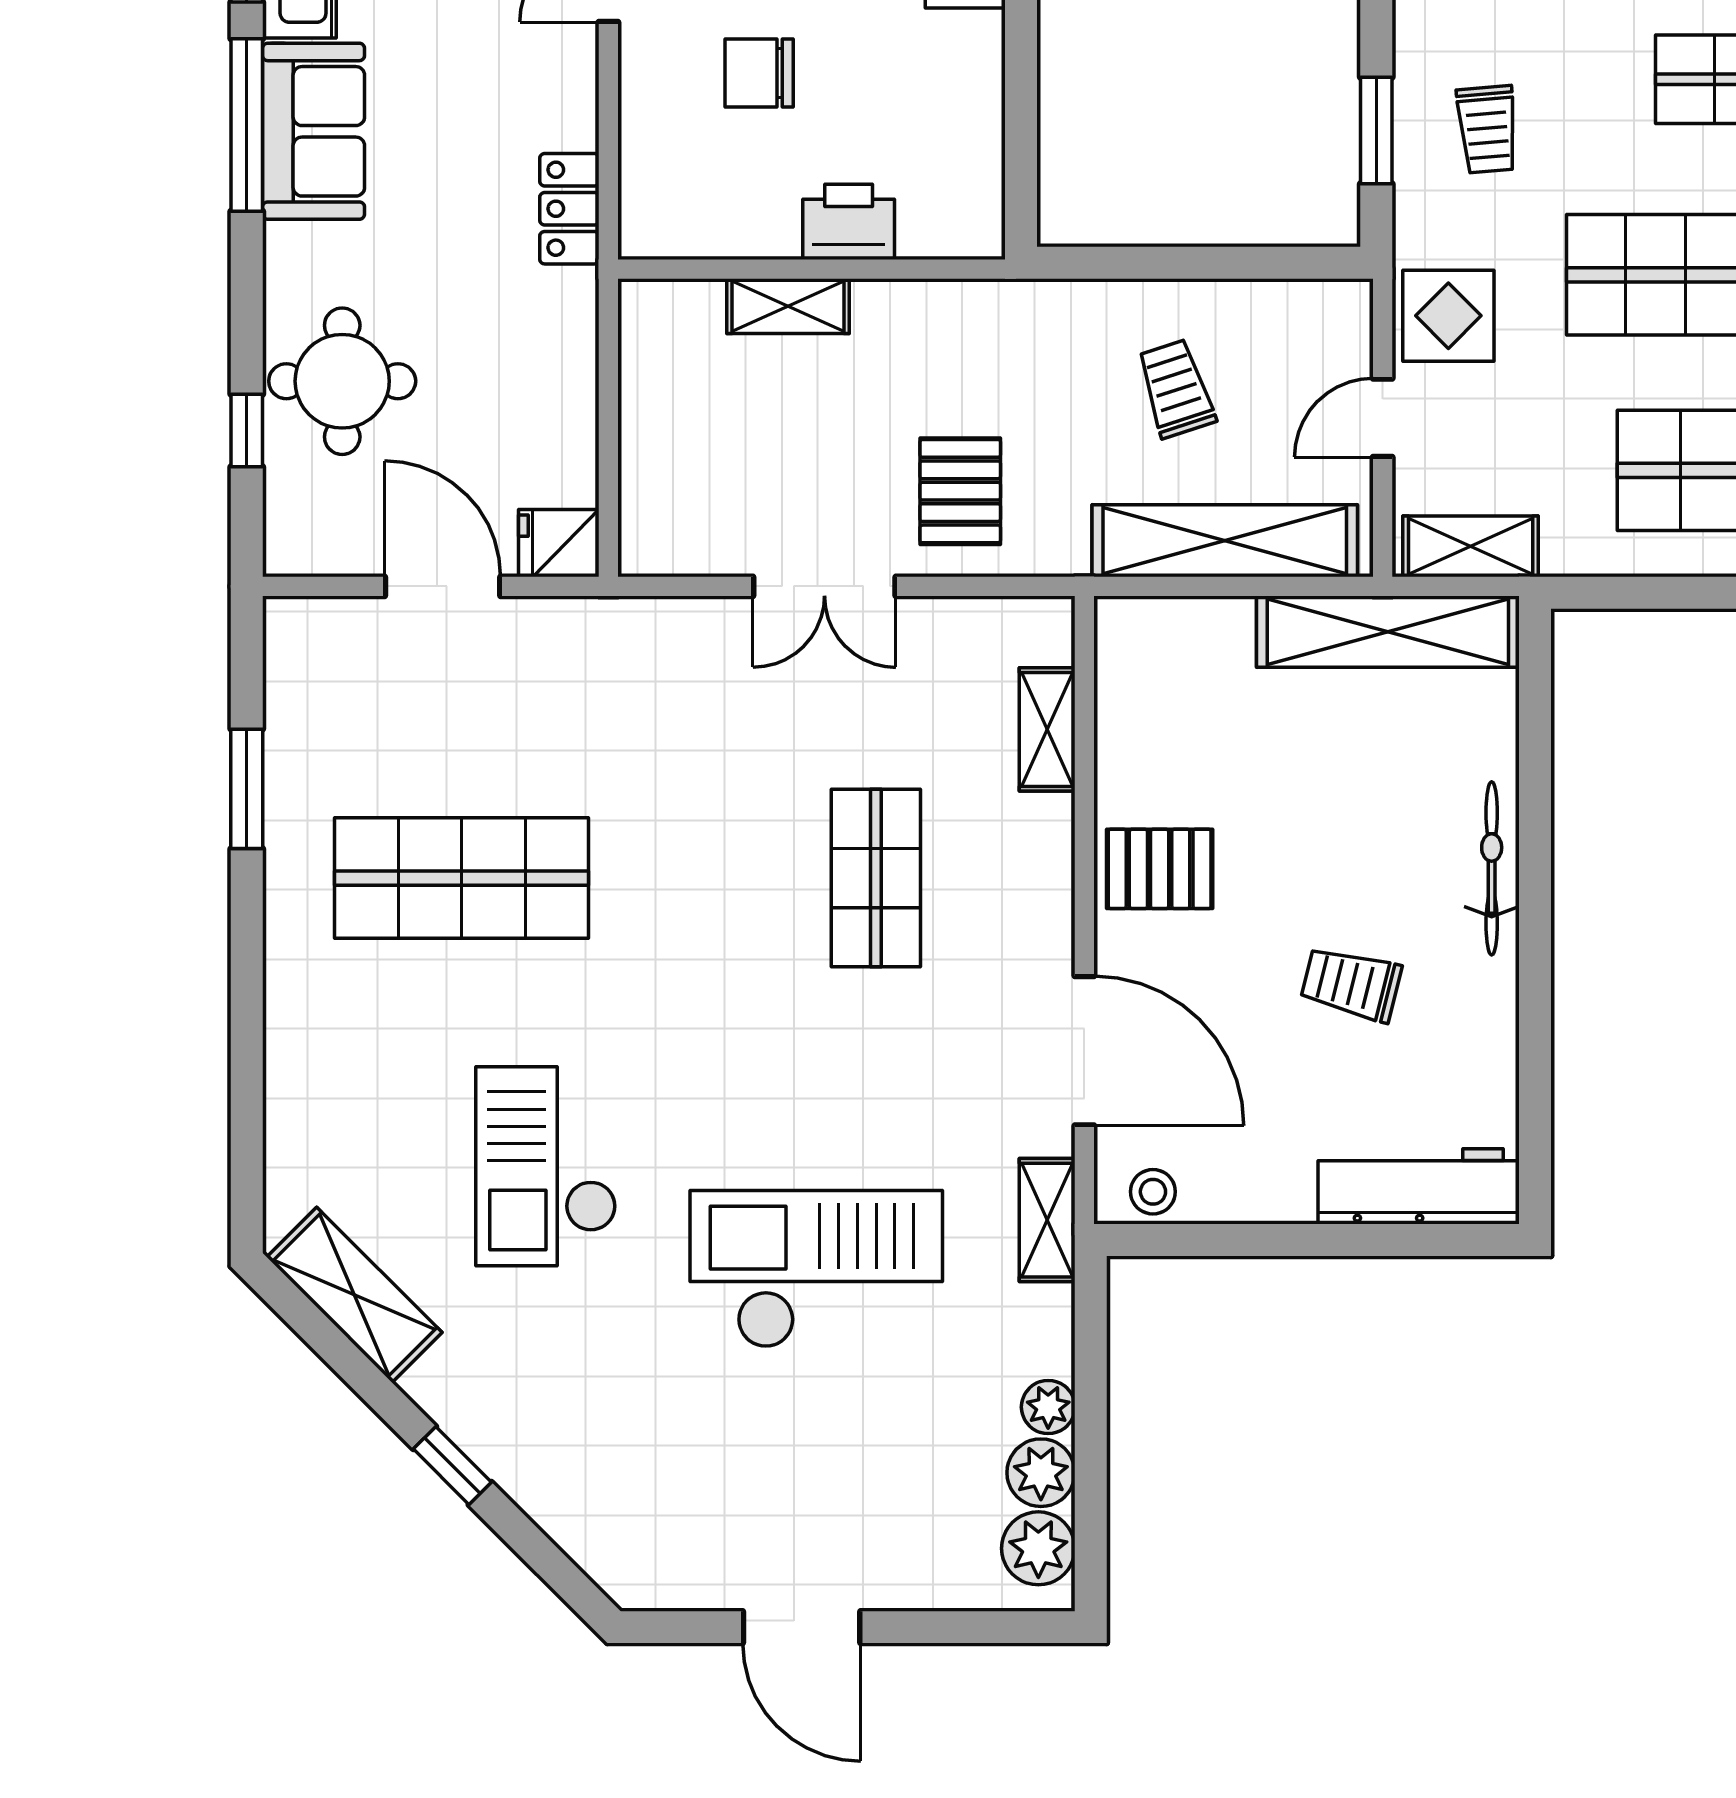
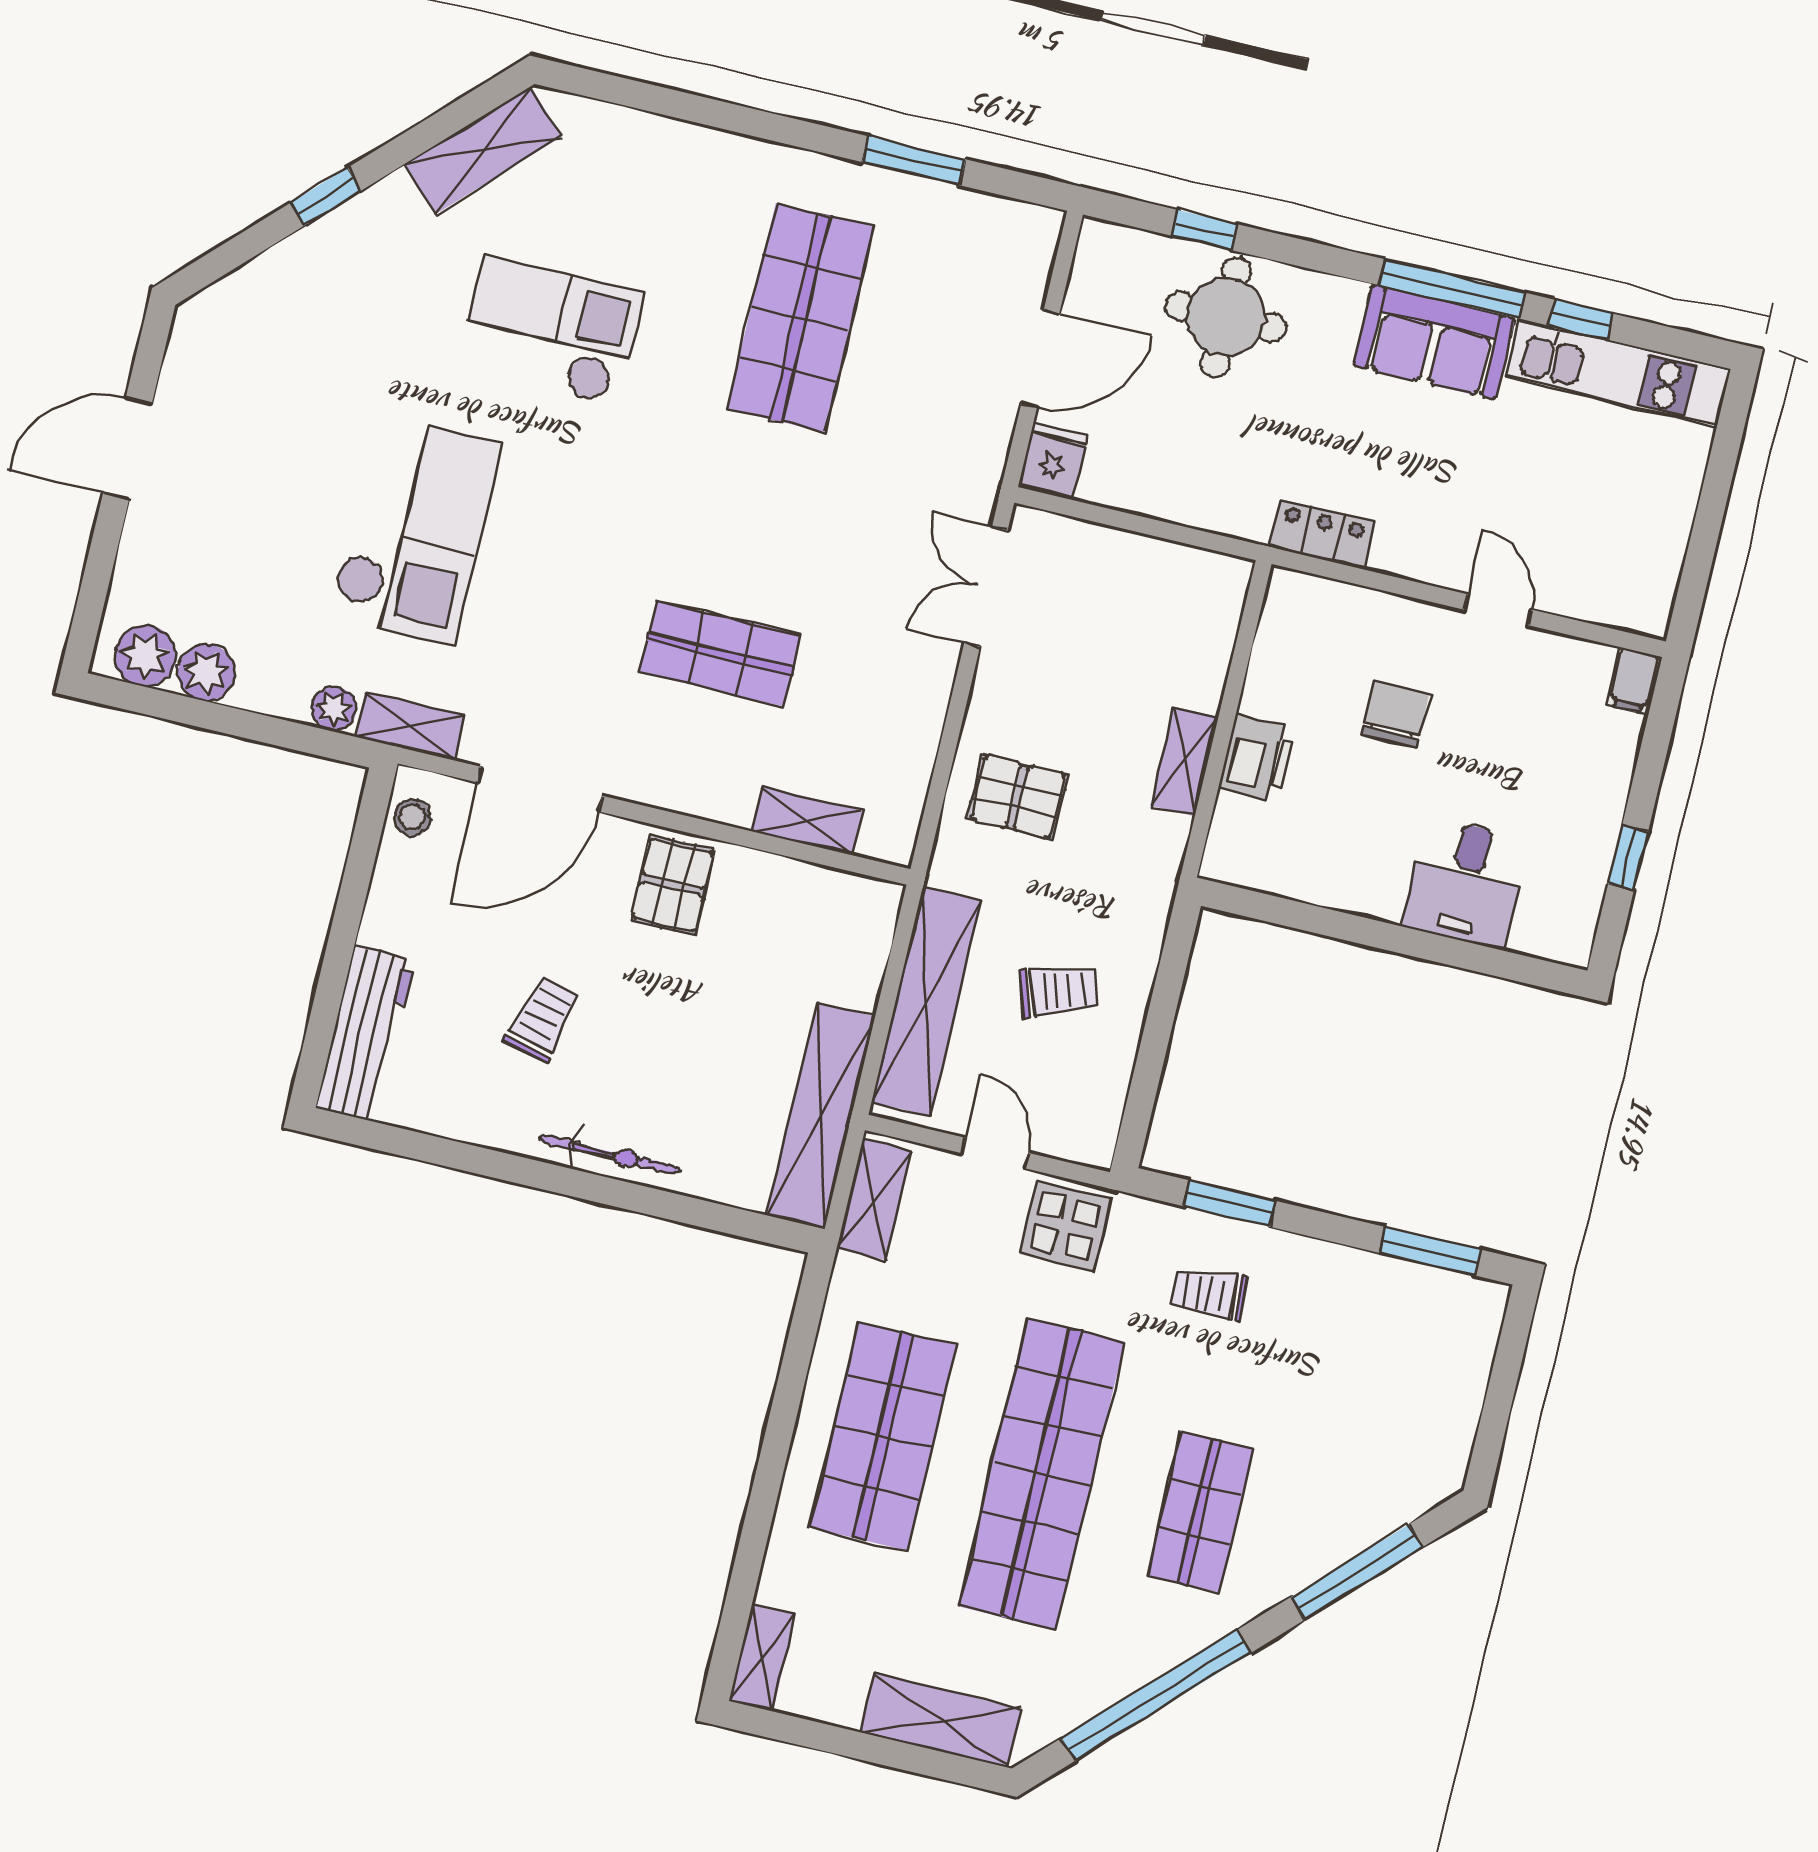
shelving: (788, 306) -> (1184, 761), moved
double door: (824, 586) -> (986, 587), moved
plant: (1048, 1407) -> (334, 709), moved

